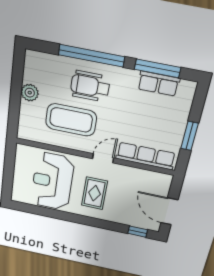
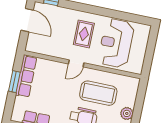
row of seats: (146, 156) -> (26, 76), moved, turned -90
reception desk: (52, 181) -> (116, 43), turned 180

